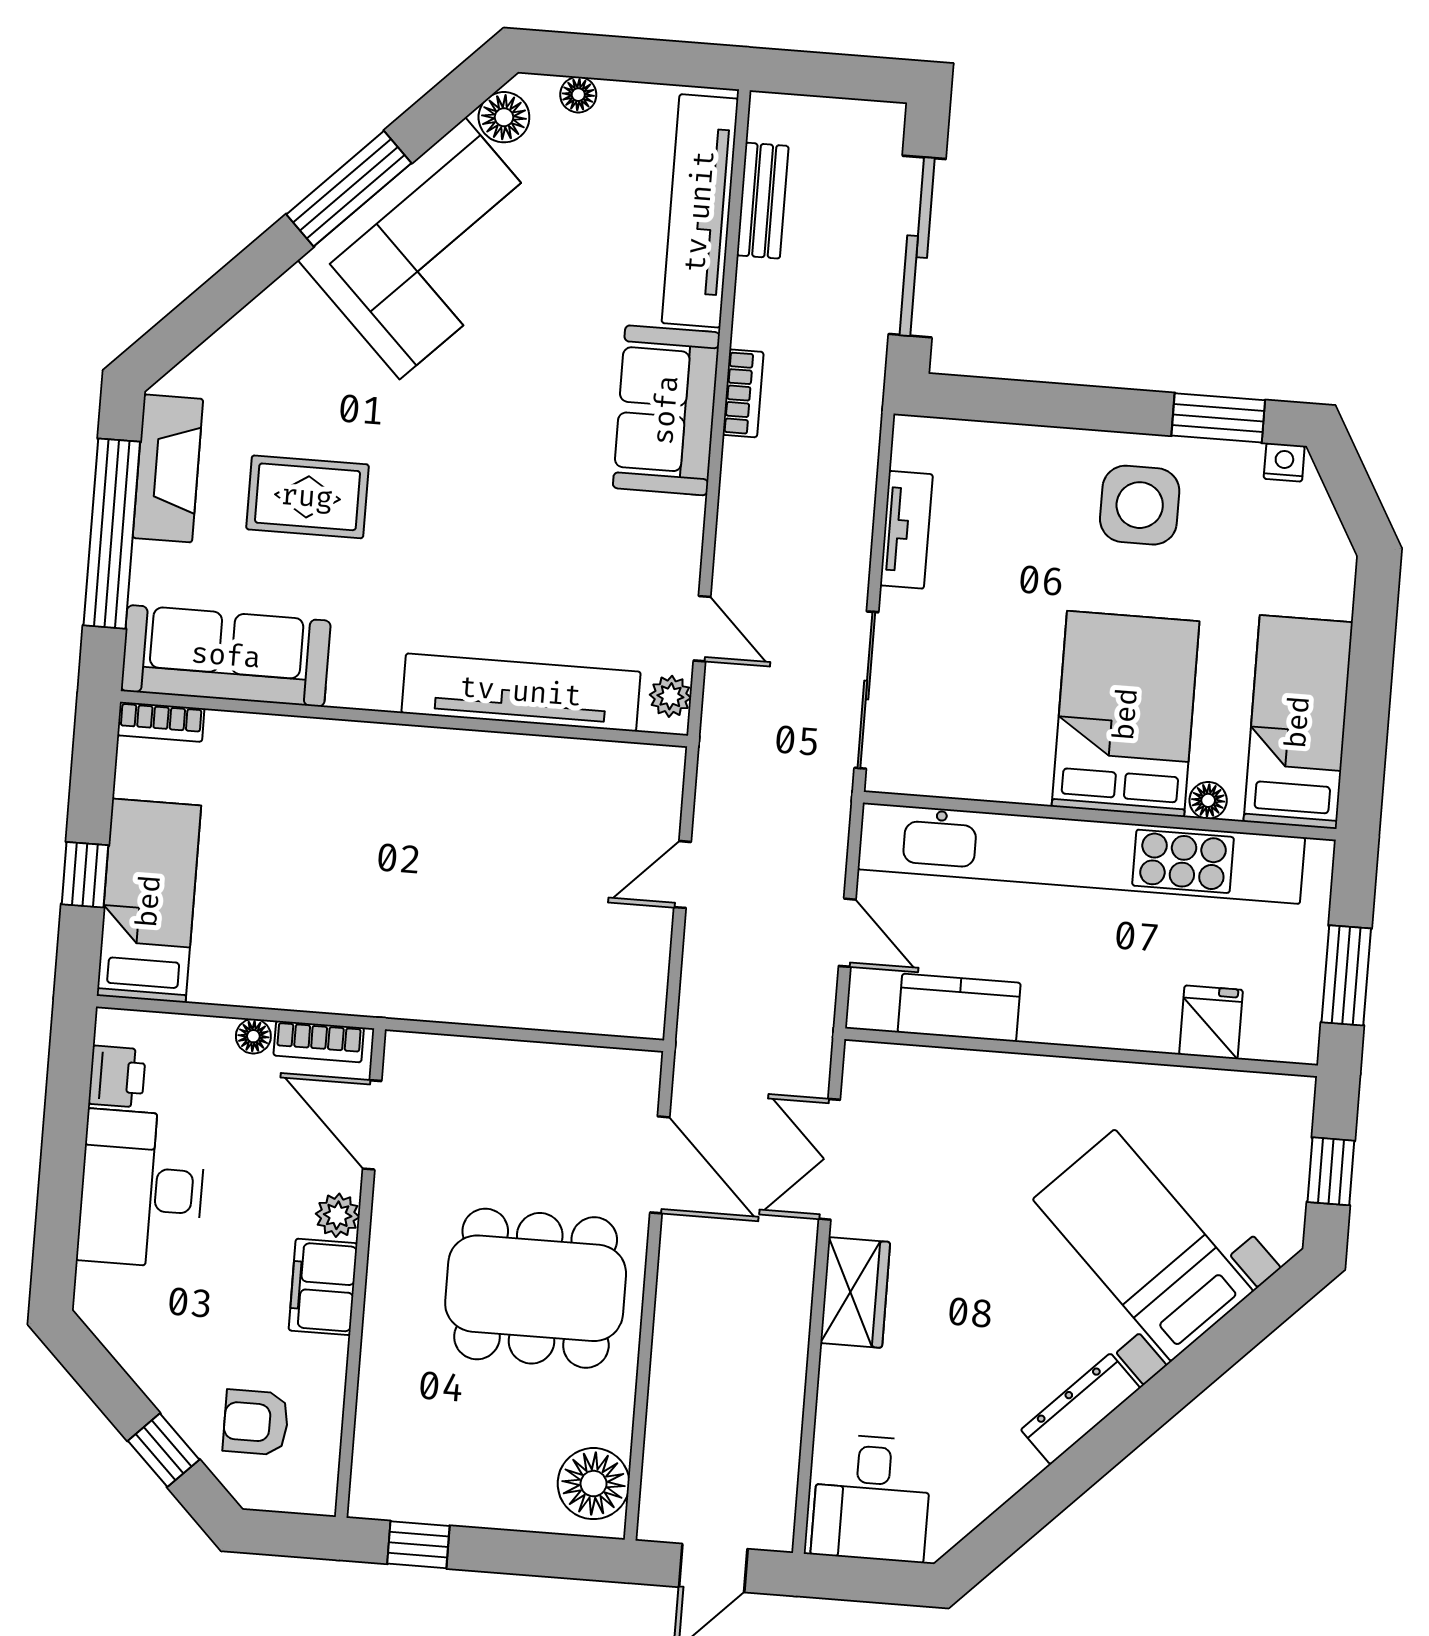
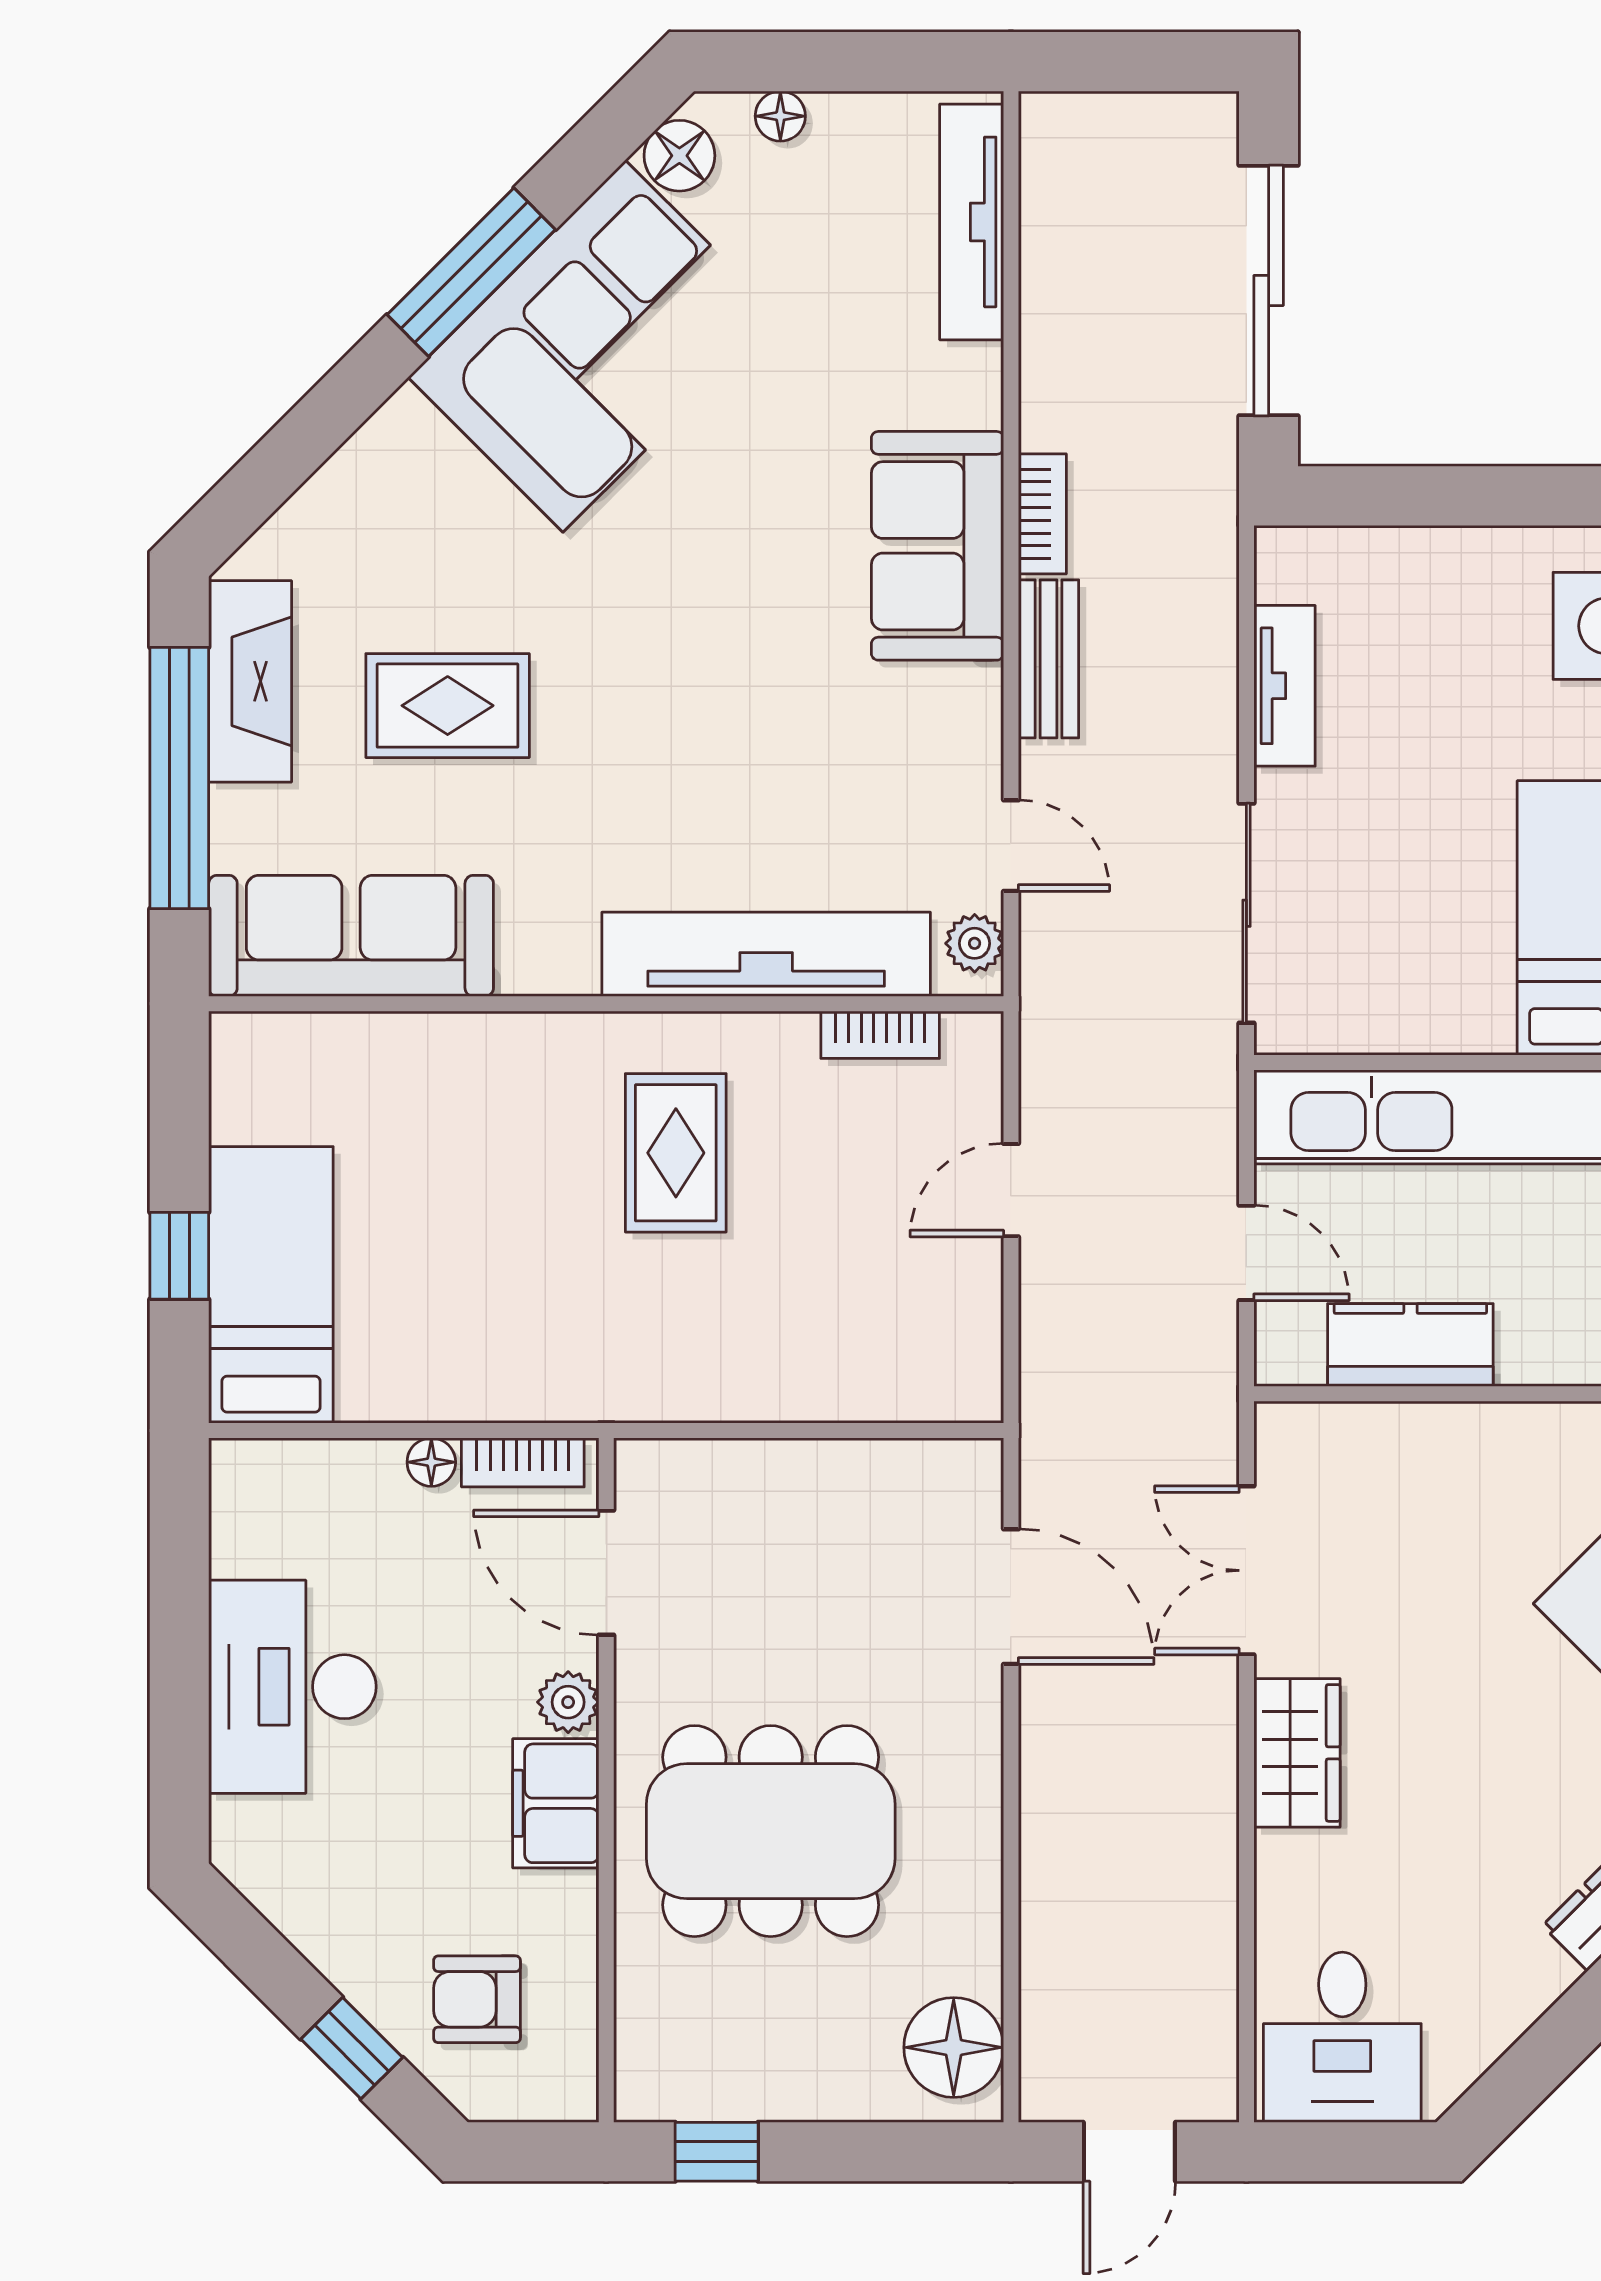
bench: (763, 201) -> (1049, 659), moved
tv unit: (700, 211) -> (972, 222), width x0.73, depth x0.78
bookcase: (161, 722) -> (880, 1035), moved
rug: (445, 829) -> (676, 1153), added
printer: (117, 1077) -> (246, 1533), removed
dining table: (536, 1288) -> (771, 1831), moved

